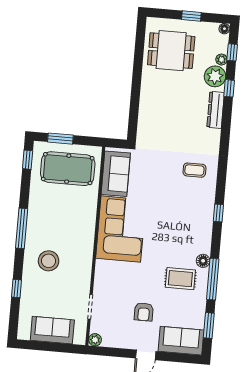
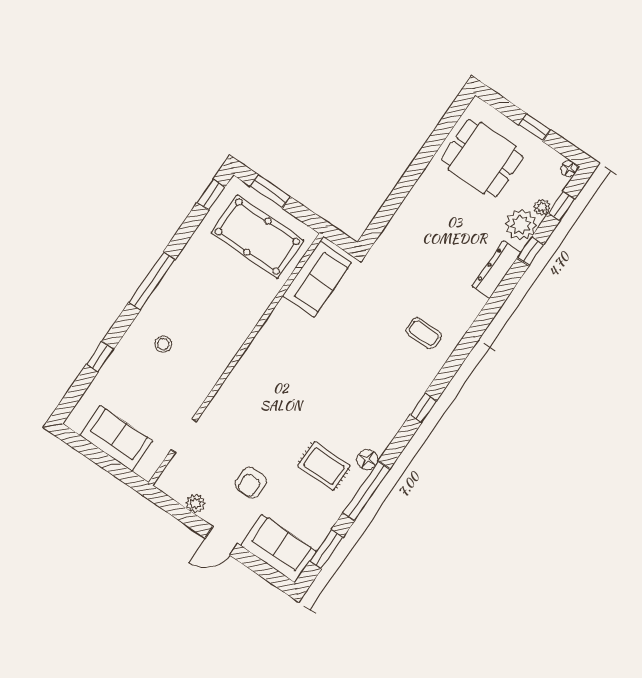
corner sofa: (121, 229) -> (282, 356), removed
stool: (49, 261) -> (163, 344), width x0.53, depth x0.53
plant: (95, 340) -> (195, 503), moved

